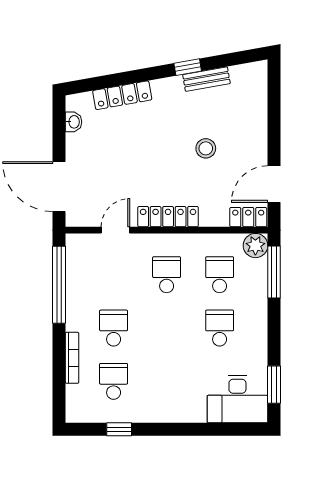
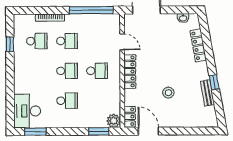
window: (274, 272) -> (99, 131), width x0.69
school desk: (220, 275) -> (67, 71), moved

